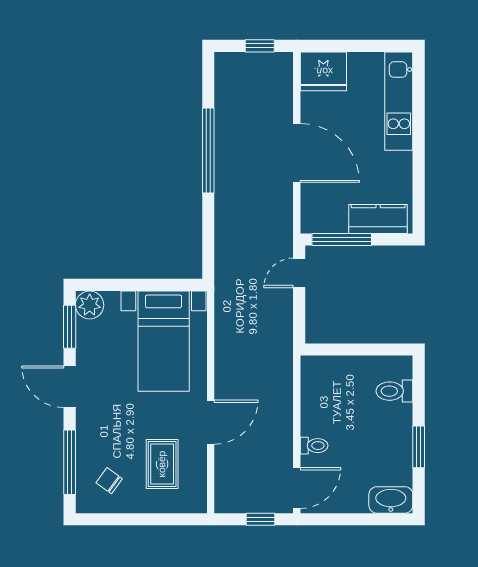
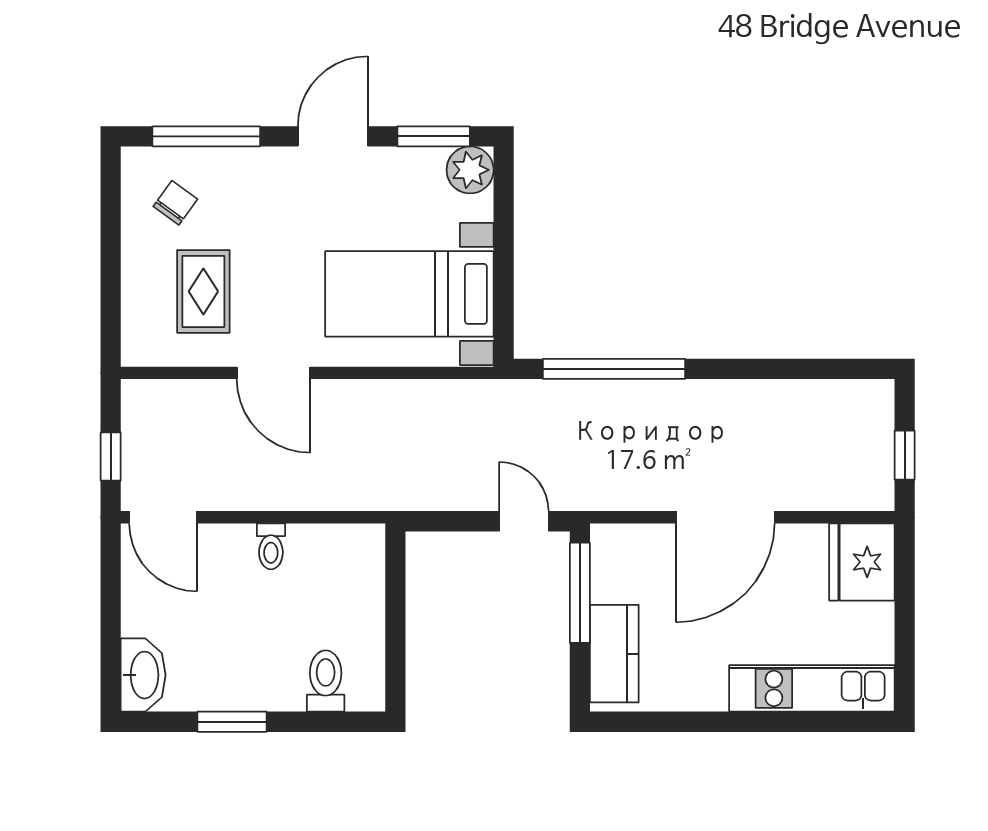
window: (208, 151) -> (614, 369), moved
toilet: (314, 446) -> (271, 546), moved
rug: (162, 464) -> (203, 291), turned 90

